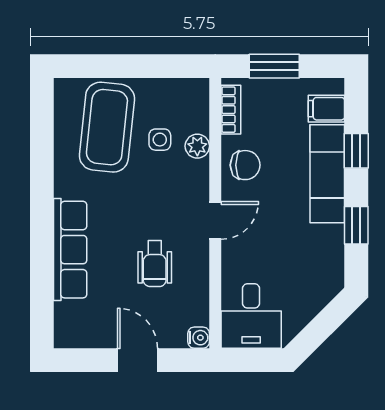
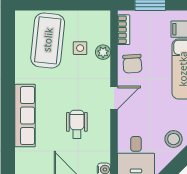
chair: (245, 165) -> (132, 64), turned 86
wheelchair: (155, 264) -> (77, 124), turned 180
stool: (312, 288) -> (174, 139), added

